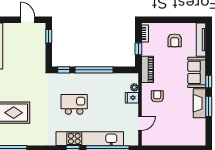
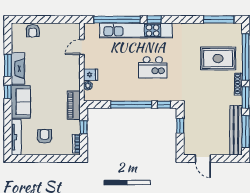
window: (49, 36) -> (180, 126), moved
armchair: (157, 96) -> (33, 31), moved

